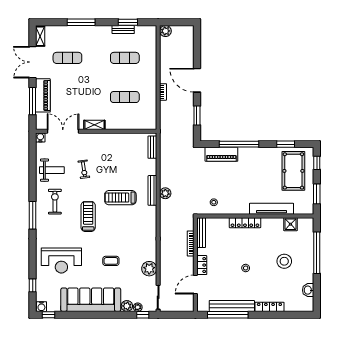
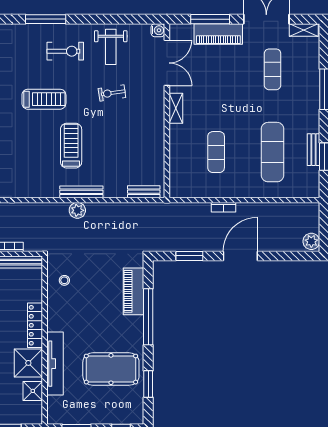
plant: (165, 31) -> (311, 241), moved
exercise mat: (125, 58) -> (273, 152), width x1.36, depth x1.45
pool table: (293, 171) -> (111, 369), moved
shower: (271, 227) -> (28, 363), added

